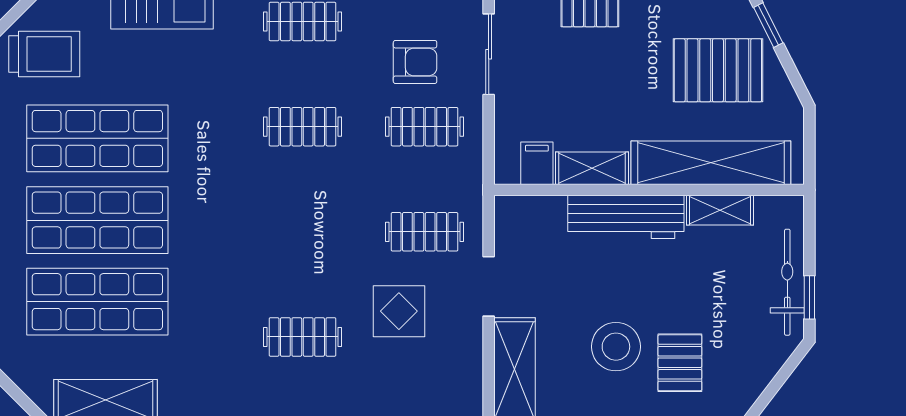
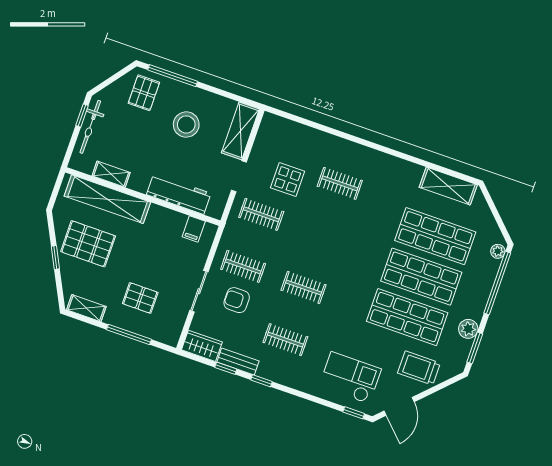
shelving: (592, 168) -> (167, 217), removed
workbench: (626, 217) -> (179, 194), moved
pallet: (680, 363) -> (144, 93), moved

